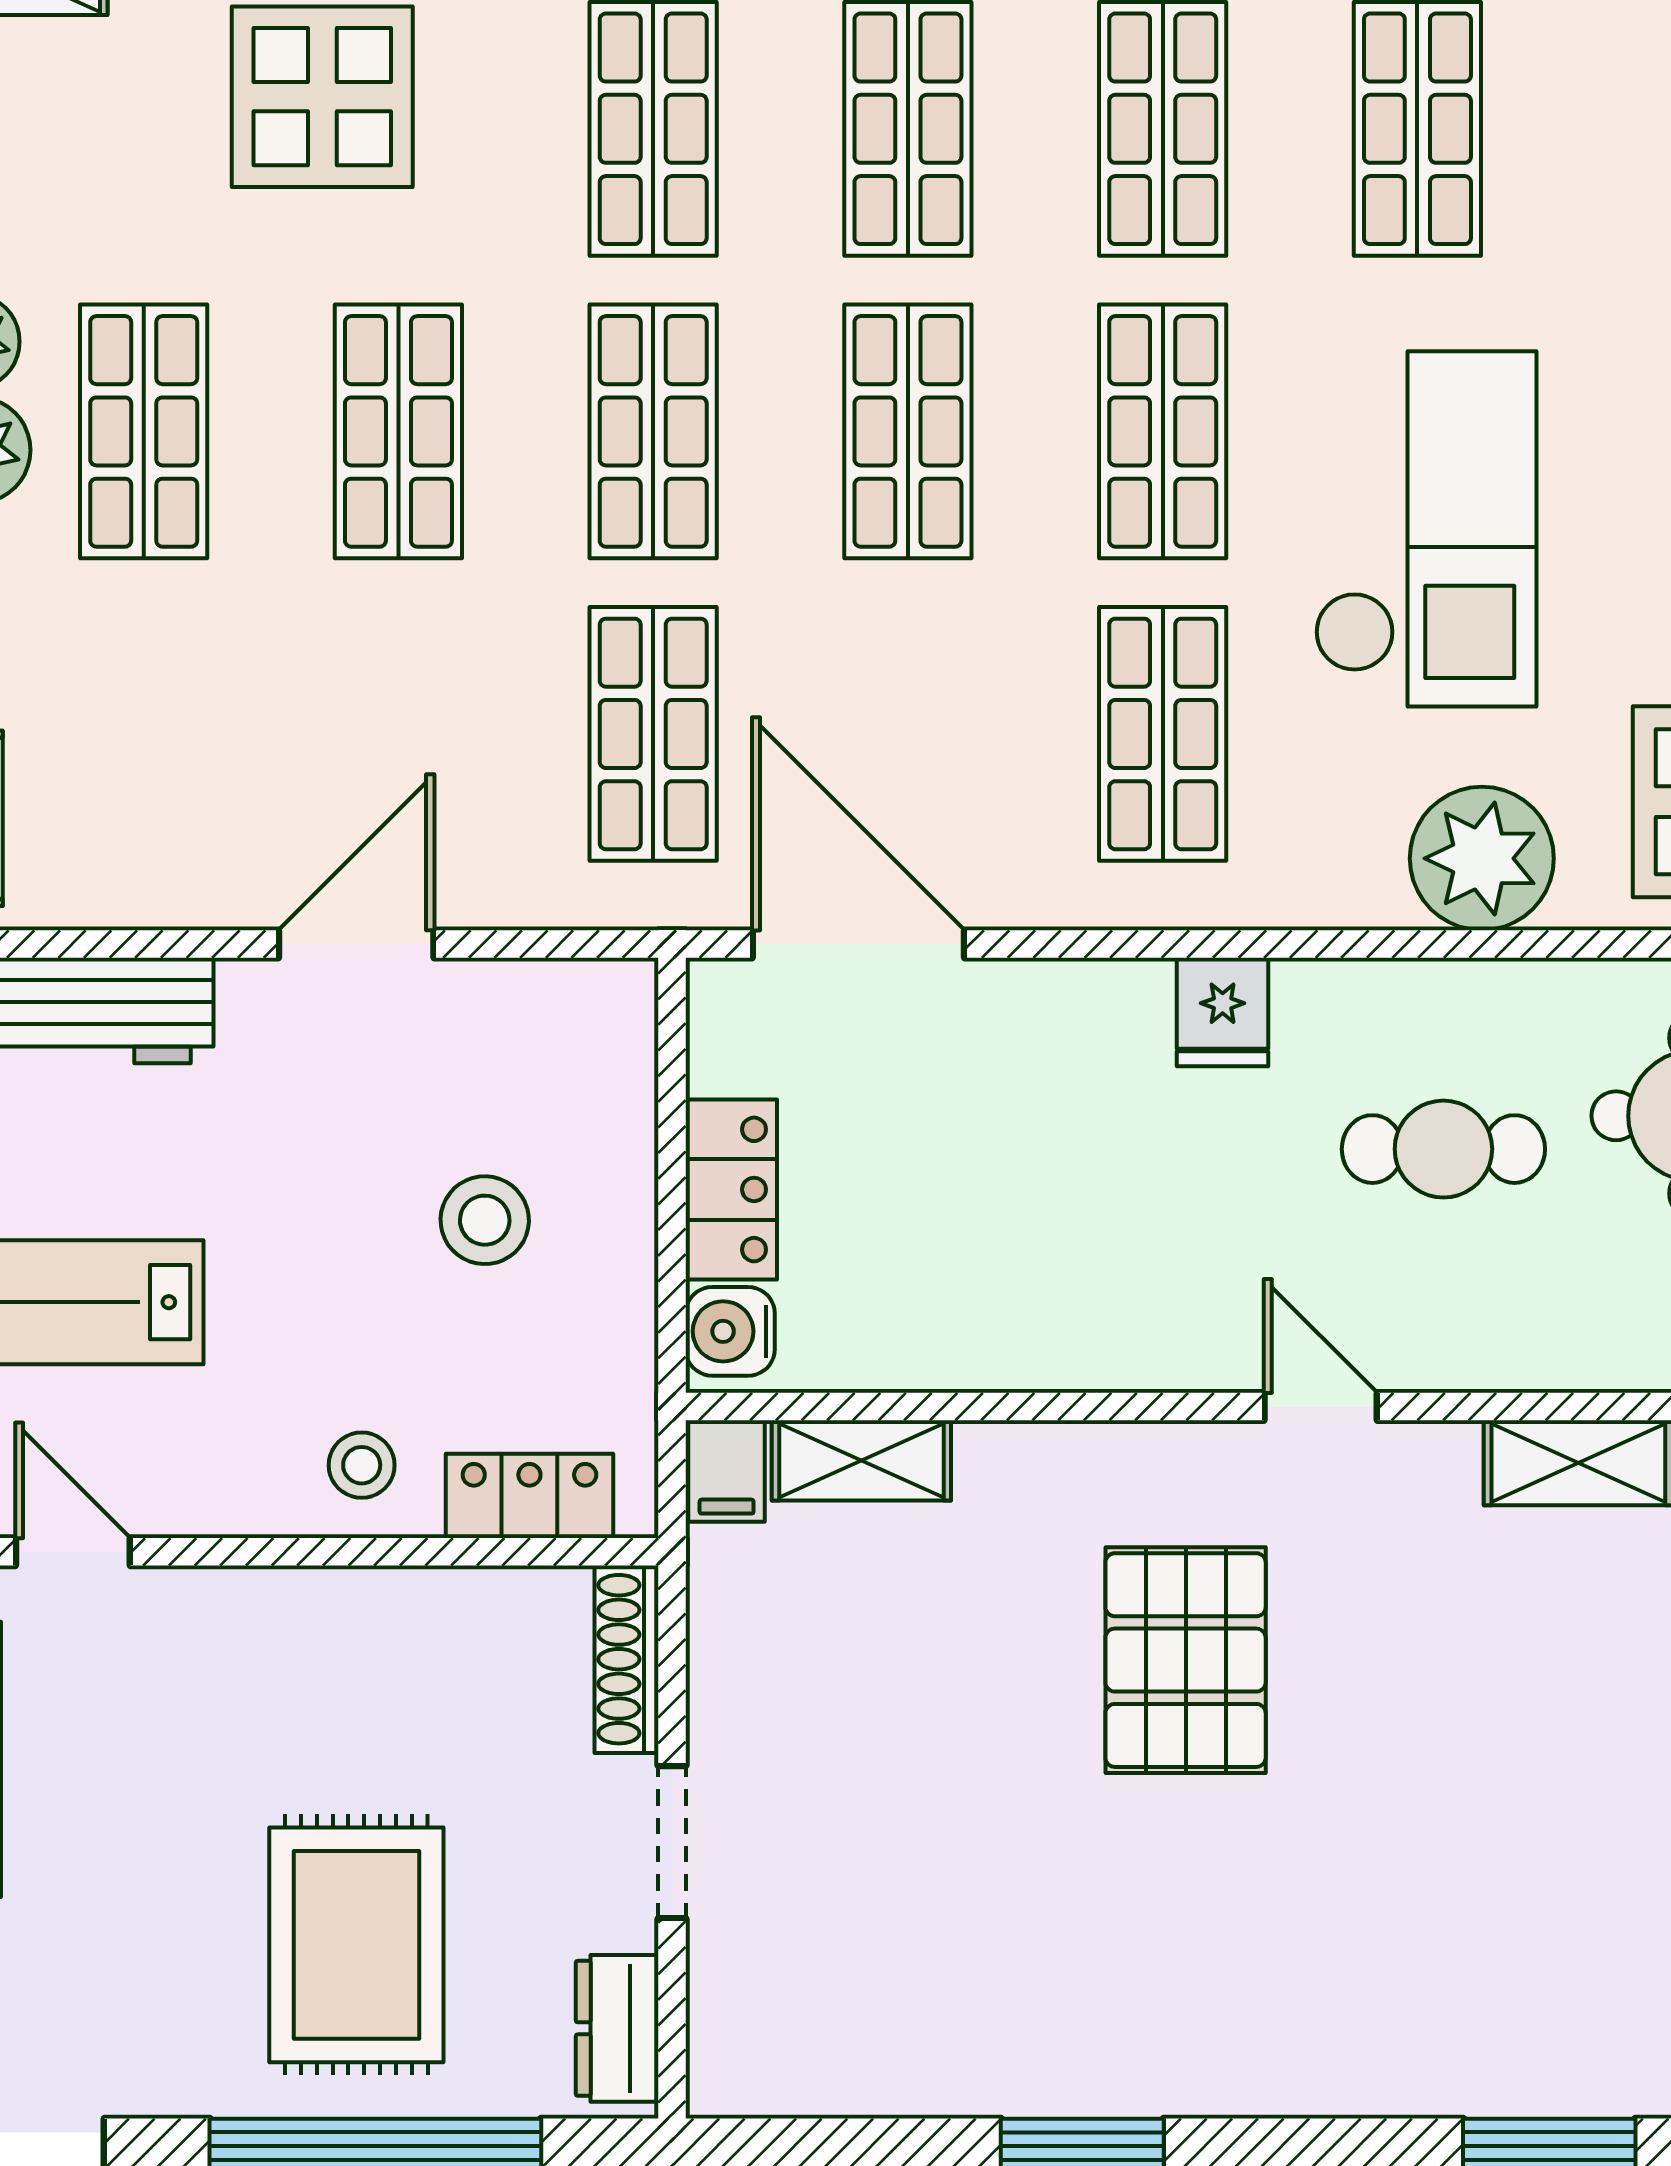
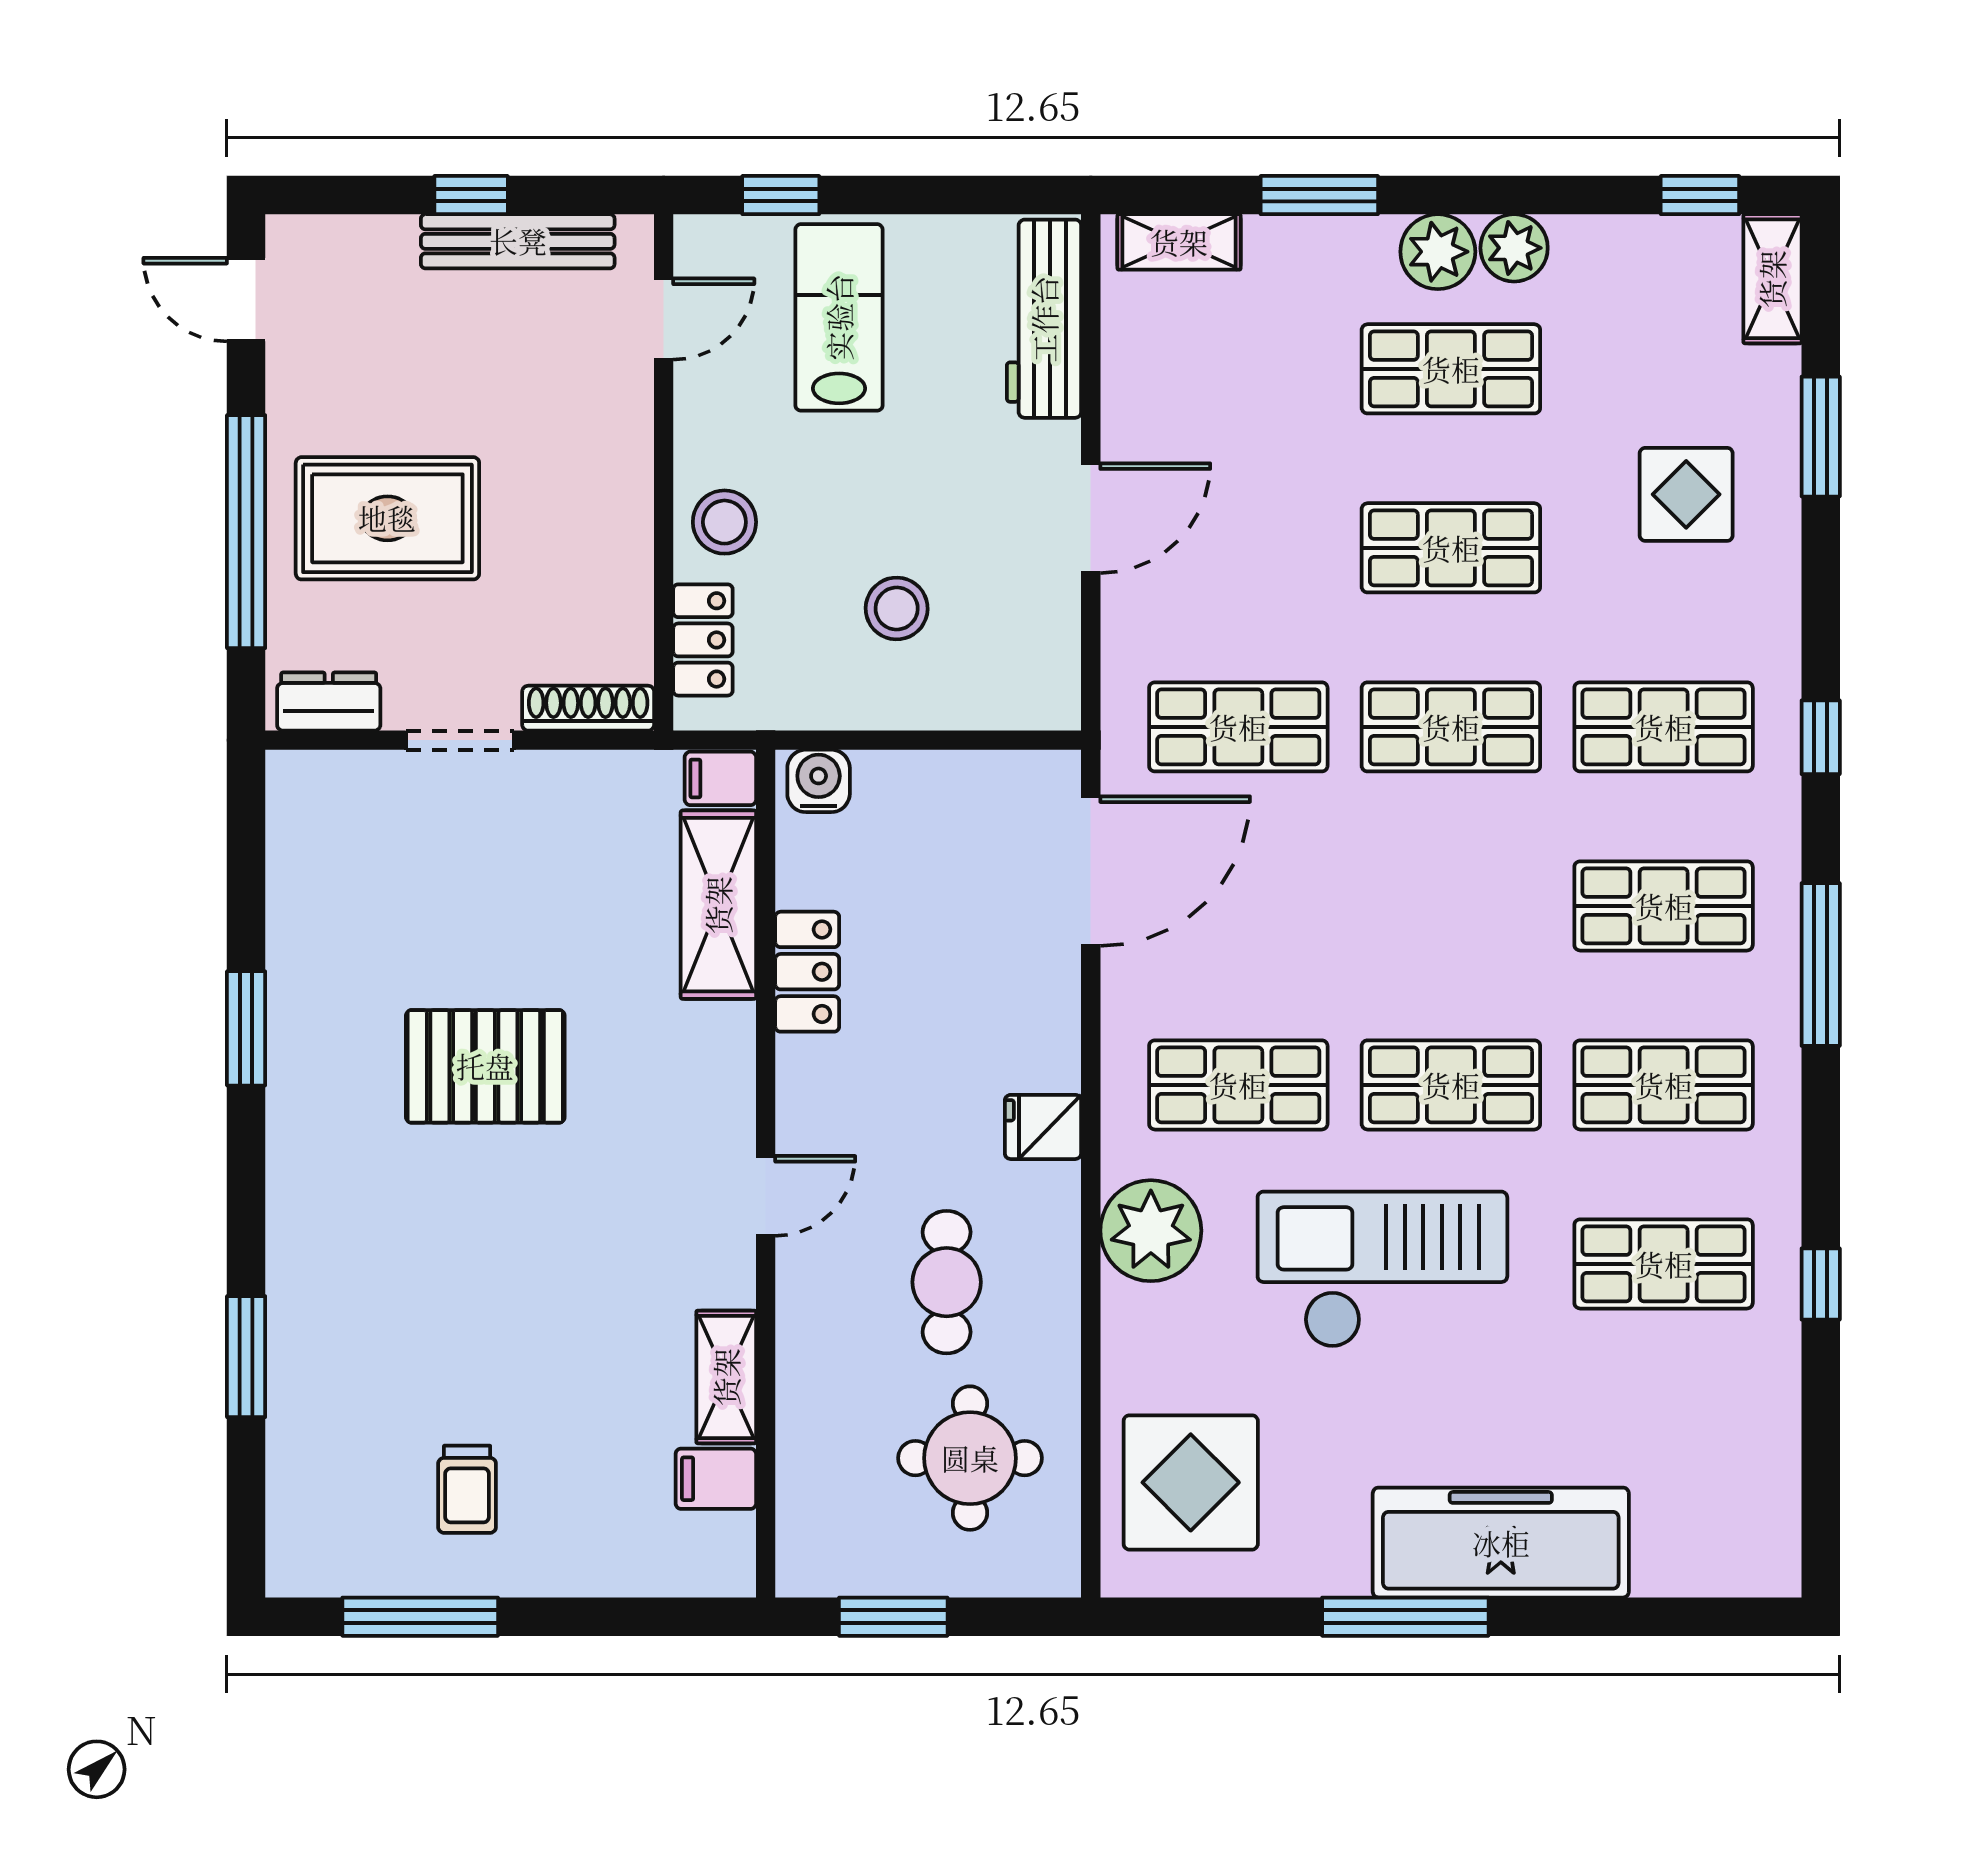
display table: (322, 97) -> (1686, 494), width x0.73, depth x0.73
shop shelf: (908, 431) -> (1451, 906), removed
checkout: (1425, 529) -> (1382, 1270), turned 180
plant: (1482, 858) -> (1151, 1231), moved
door: (356, 944) -> (1091, 518), hinge flipped
locker: (731, 1189) -> (807, 972), moved, turned -90
shelving: (861, 1460) -> (718, 905), width x1.50, depth x1.33
stool: (362, 1465) -> (724, 522), width x1.37, depth x1.37
pallet: (1186, 1660) -> (485, 1066), moved

